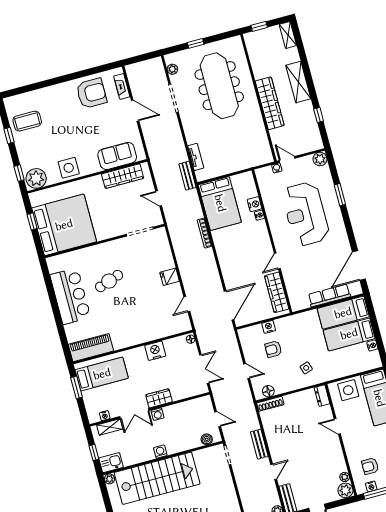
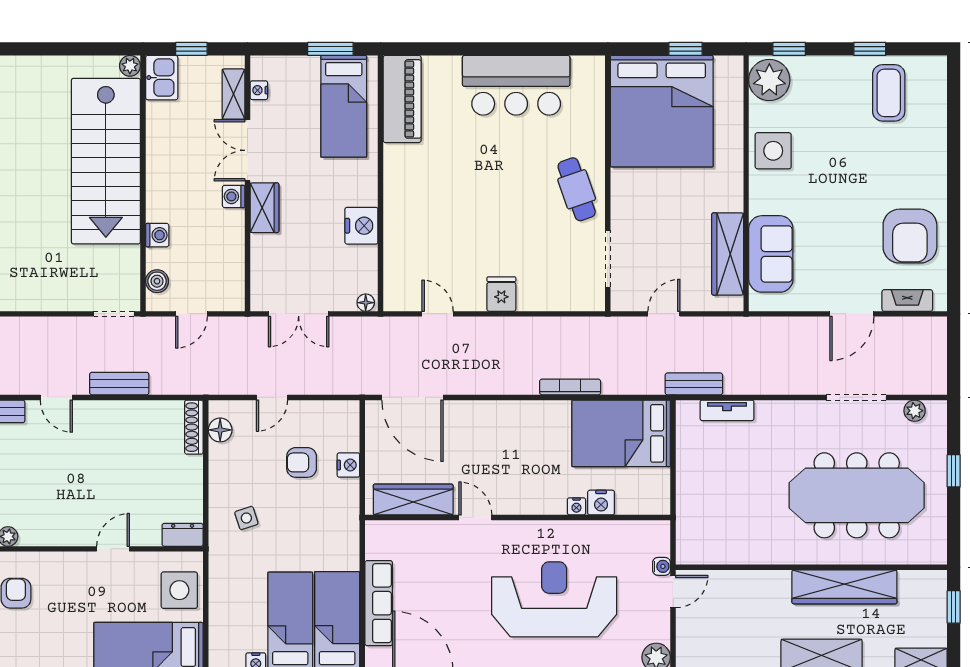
wardrobe: (270, 103) -> (844, 587), moved
cafe table: (109, 281) -> (577, 189), moved
armchair: (273, 349) -> (302, 462), turned -90
washing machine: (160, 452) -> (157, 235), moved

